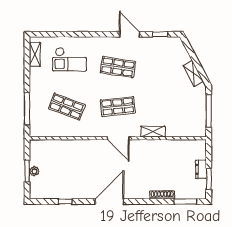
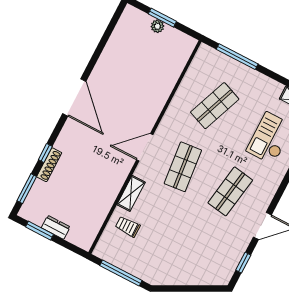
shelving: (193, 74) -> (175, 278), removed
trolley: (176, 122) -> (128, 227), added
window: (65, 202) -> (45, 153), moved

